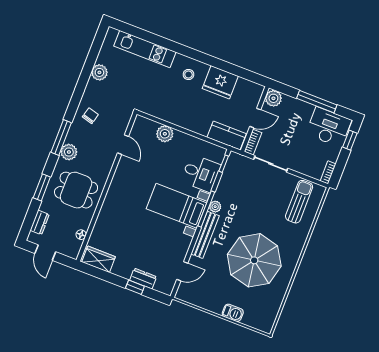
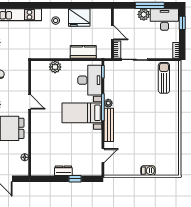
plant: (273, 98) -> (144, 14), moved
door: (255, 118) -> (112, 33), hinge flipped
kitchen counter: (227, 135) -> (83, 52), moved
door: (123, 145) -> (30, 102), moved
desk: (201, 173) -> (90, 80), width x1.37
wardrobe: (99, 259) -> (43, 169), removed
parasol: (254, 260) -> (149, 129), removed
dresser: (143, 279) -> (63, 171), moved

